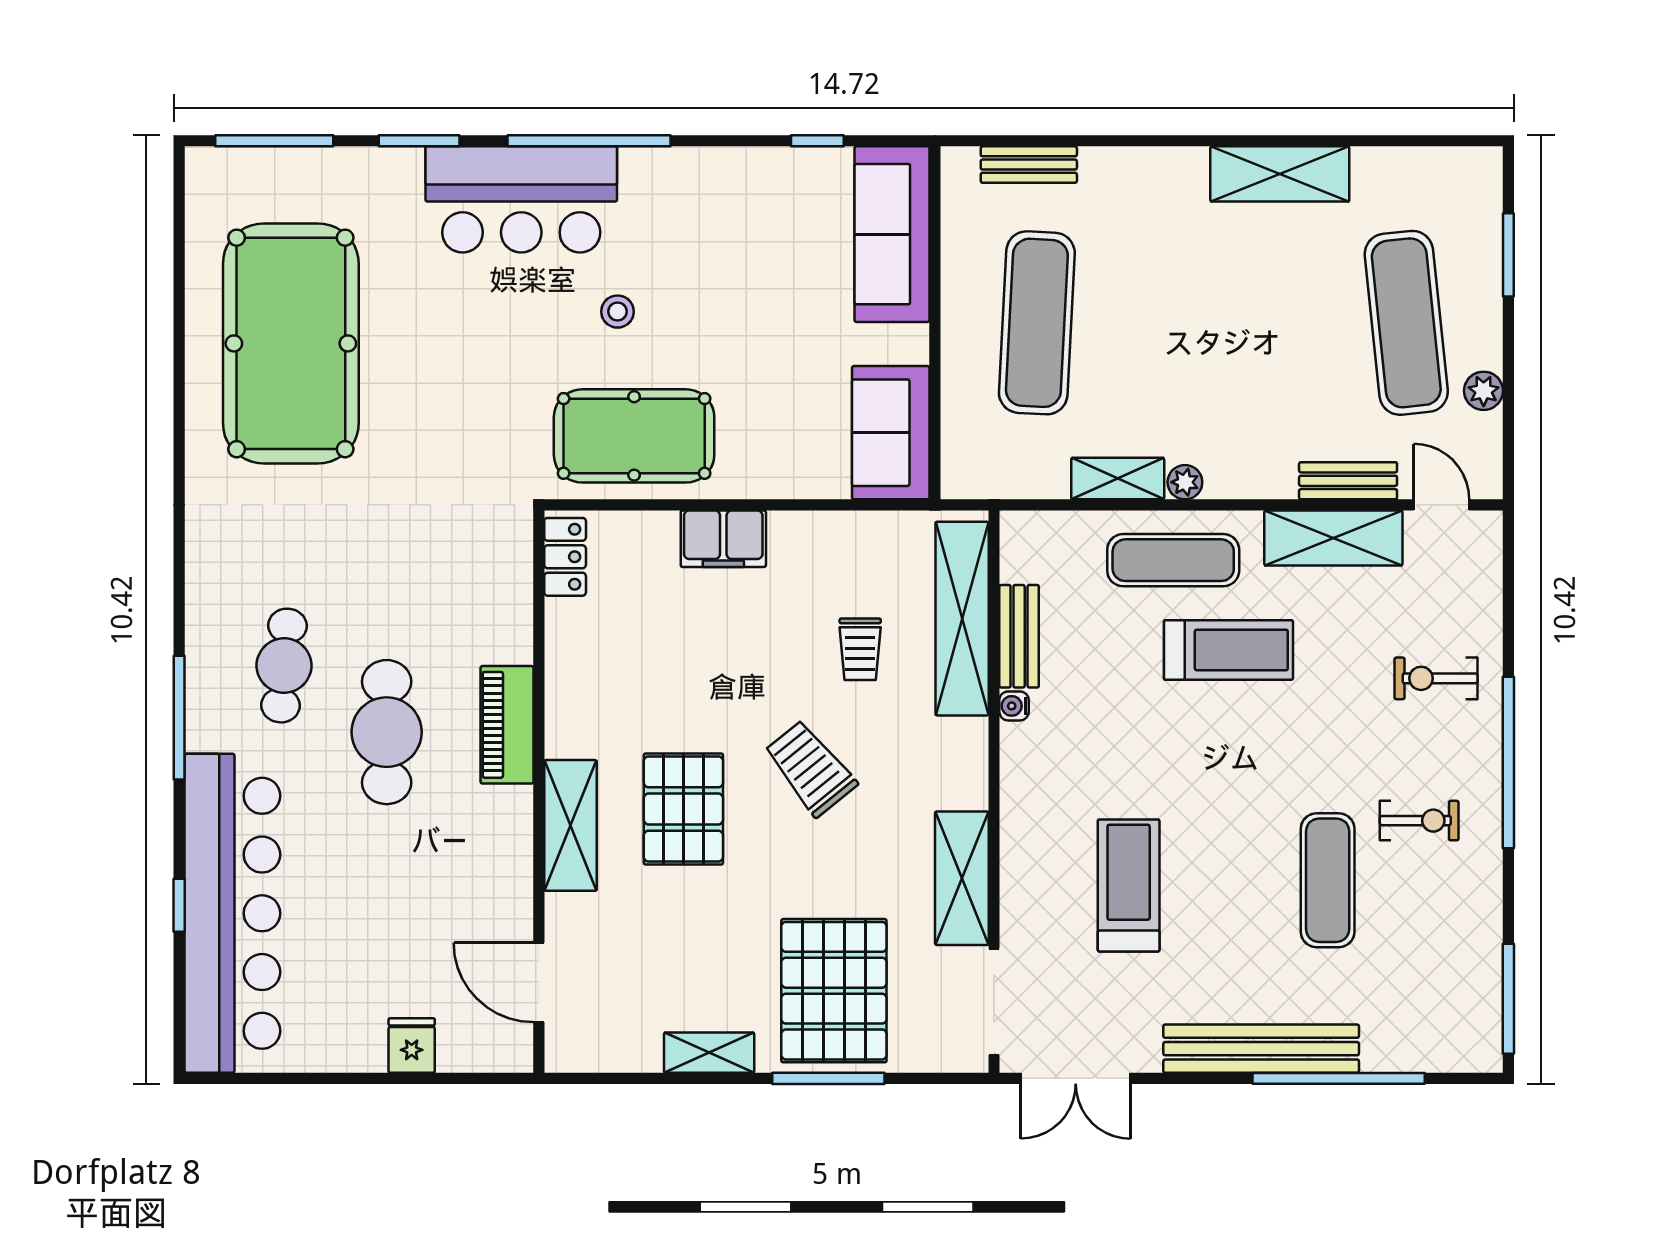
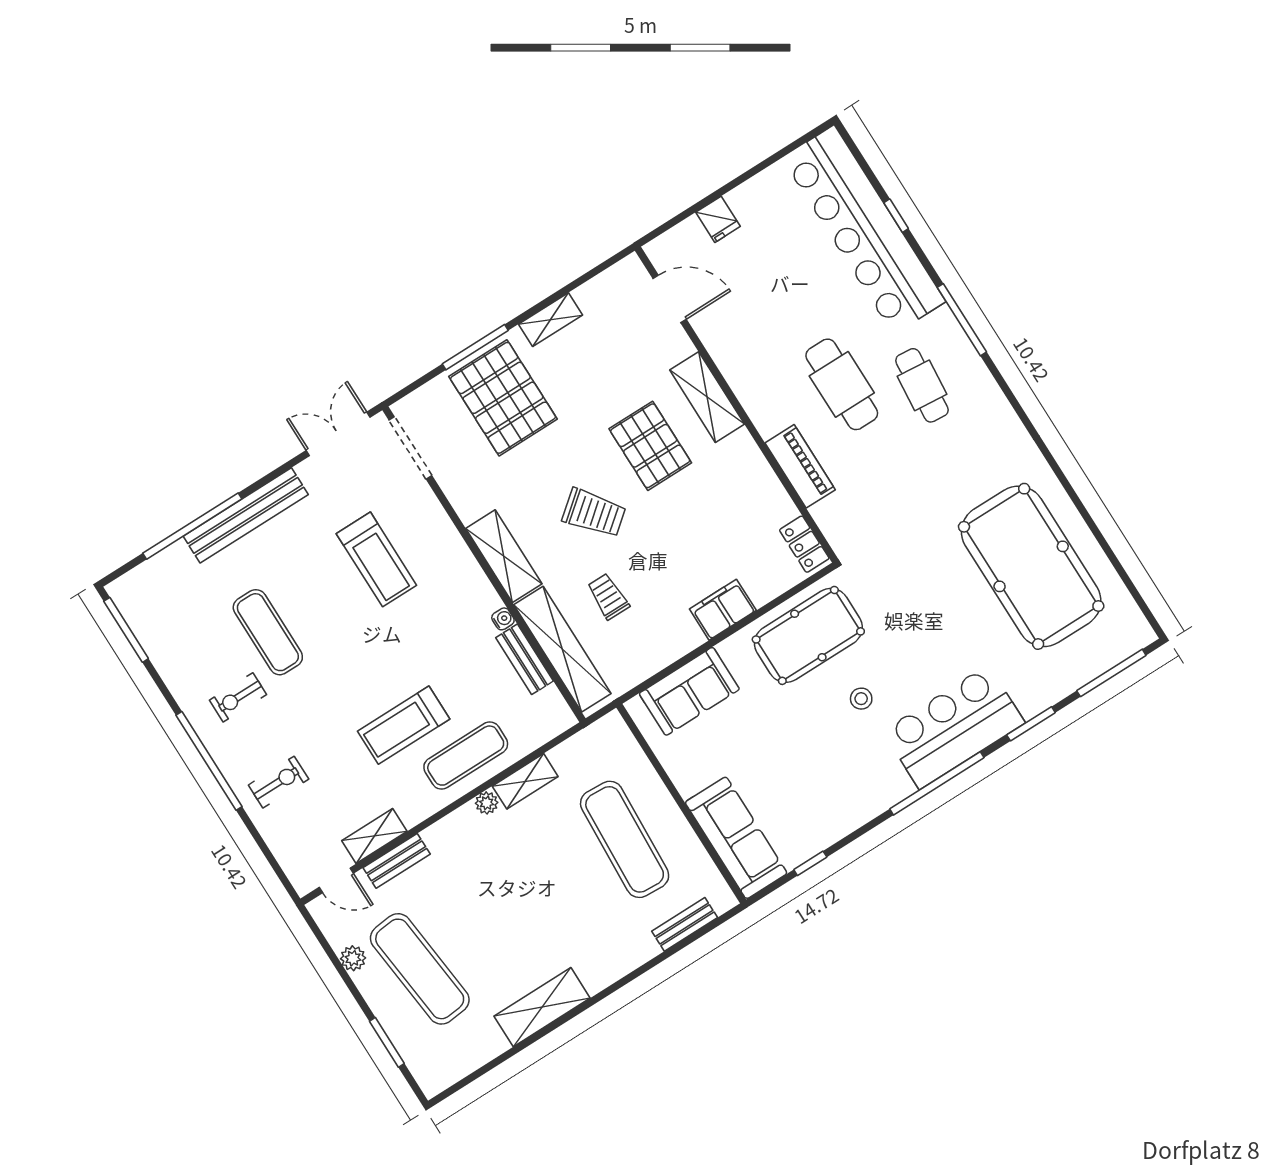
sofa: (891, 433) -> (689, 691), moved, turned 90
shelving: (1333, 538) -> (374, 836), width x0.67, depth x0.75
piano: (507, 725) -> (800, 466), moved
shelving: (962, 878) -> (504, 556), moved

